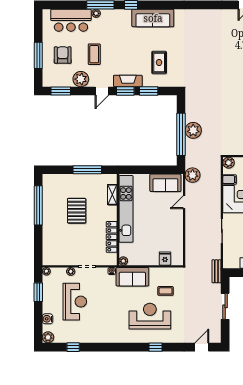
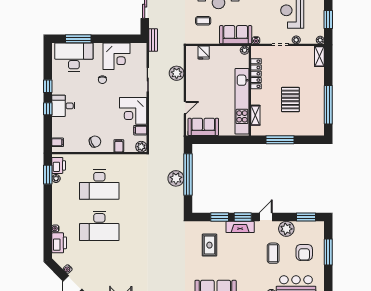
plant: (193, 175) -> (177, 73), moved
shelving: (47, 255) -> (319, 56), added

